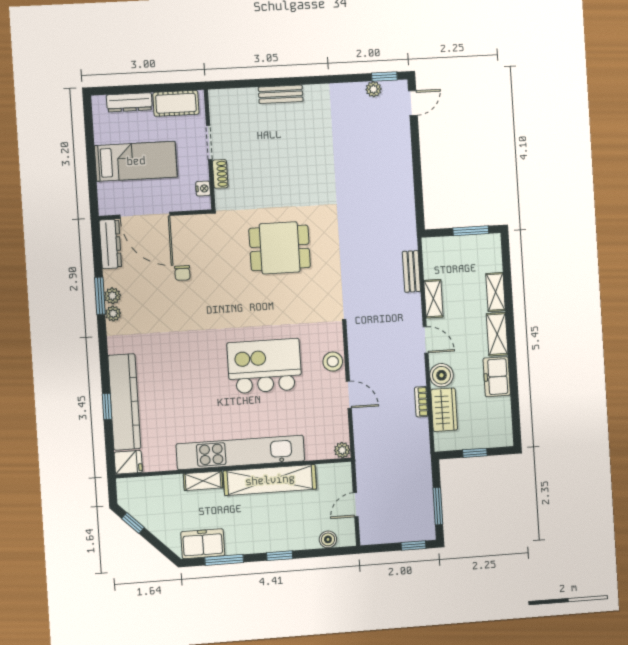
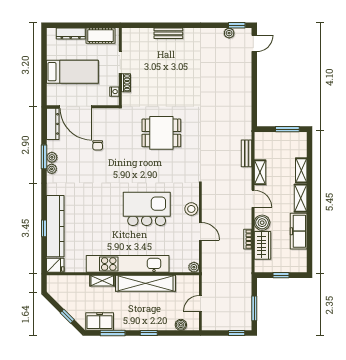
freezer: (497, 377) -> (299, 231), width x1.40
window: (133, 523) -> (67, 316), moved

